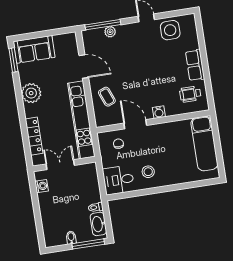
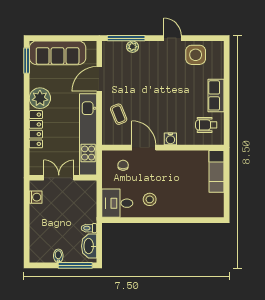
sofa: (34, 49) -> (58, 53), width x1.36
door: (84, 67) -> (99, 79), swing flipped
locker: (34, 136) -> (36, 129), moved
exam couch: (204, 143) -> (216, 171), width x0.73, depth x0.69

